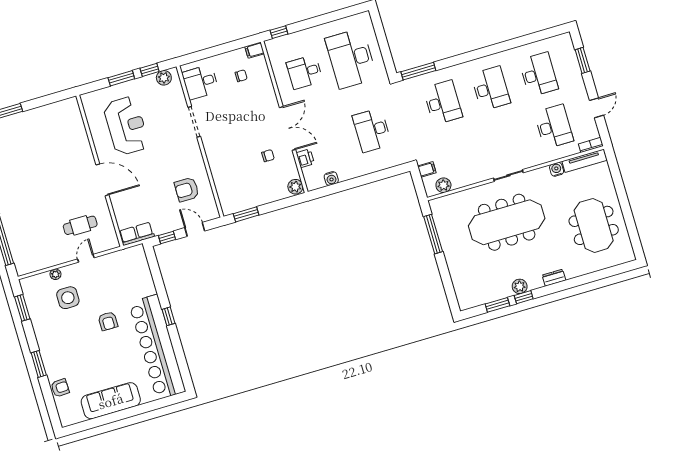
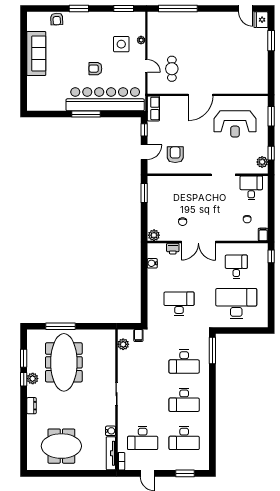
window: (121, 78) -> (271, 116), moved
meeting table: (507, 222) -> (64, 362), moved
window: (433, 234) -> (61, 326), moved
window: (168, 316) -> (86, 114), width x2.17
bar counter: (157, 347) -> (105, 99), moved

